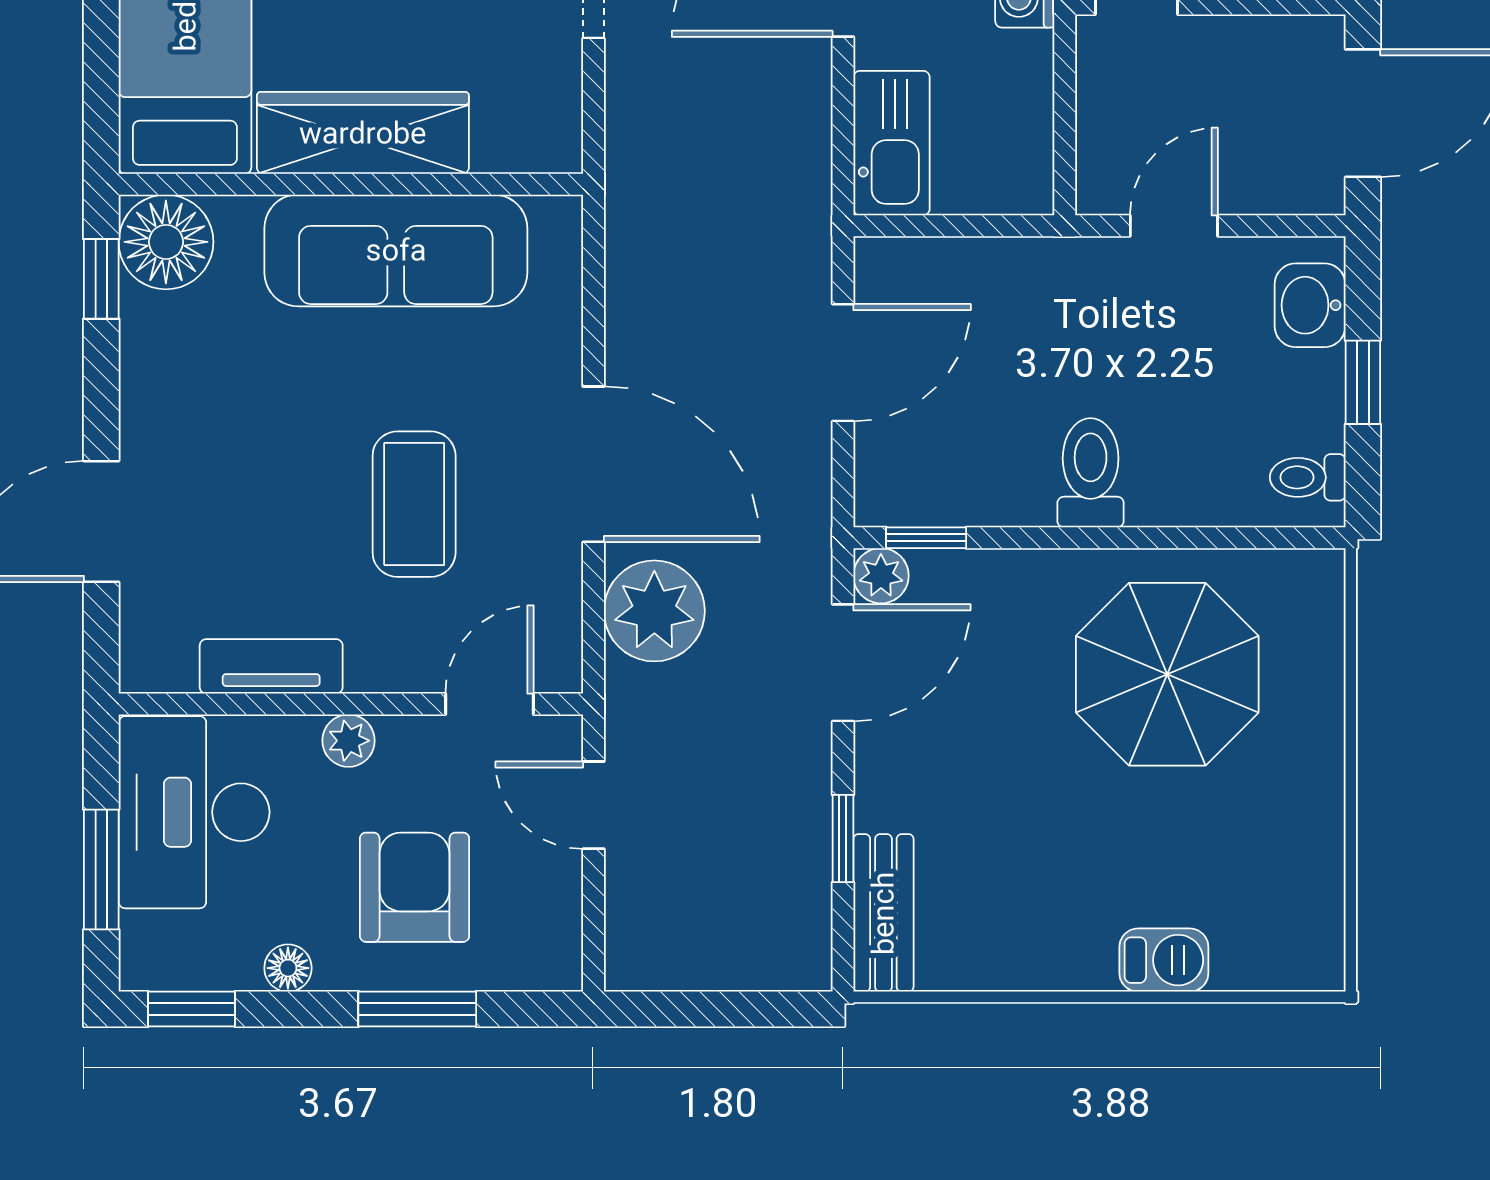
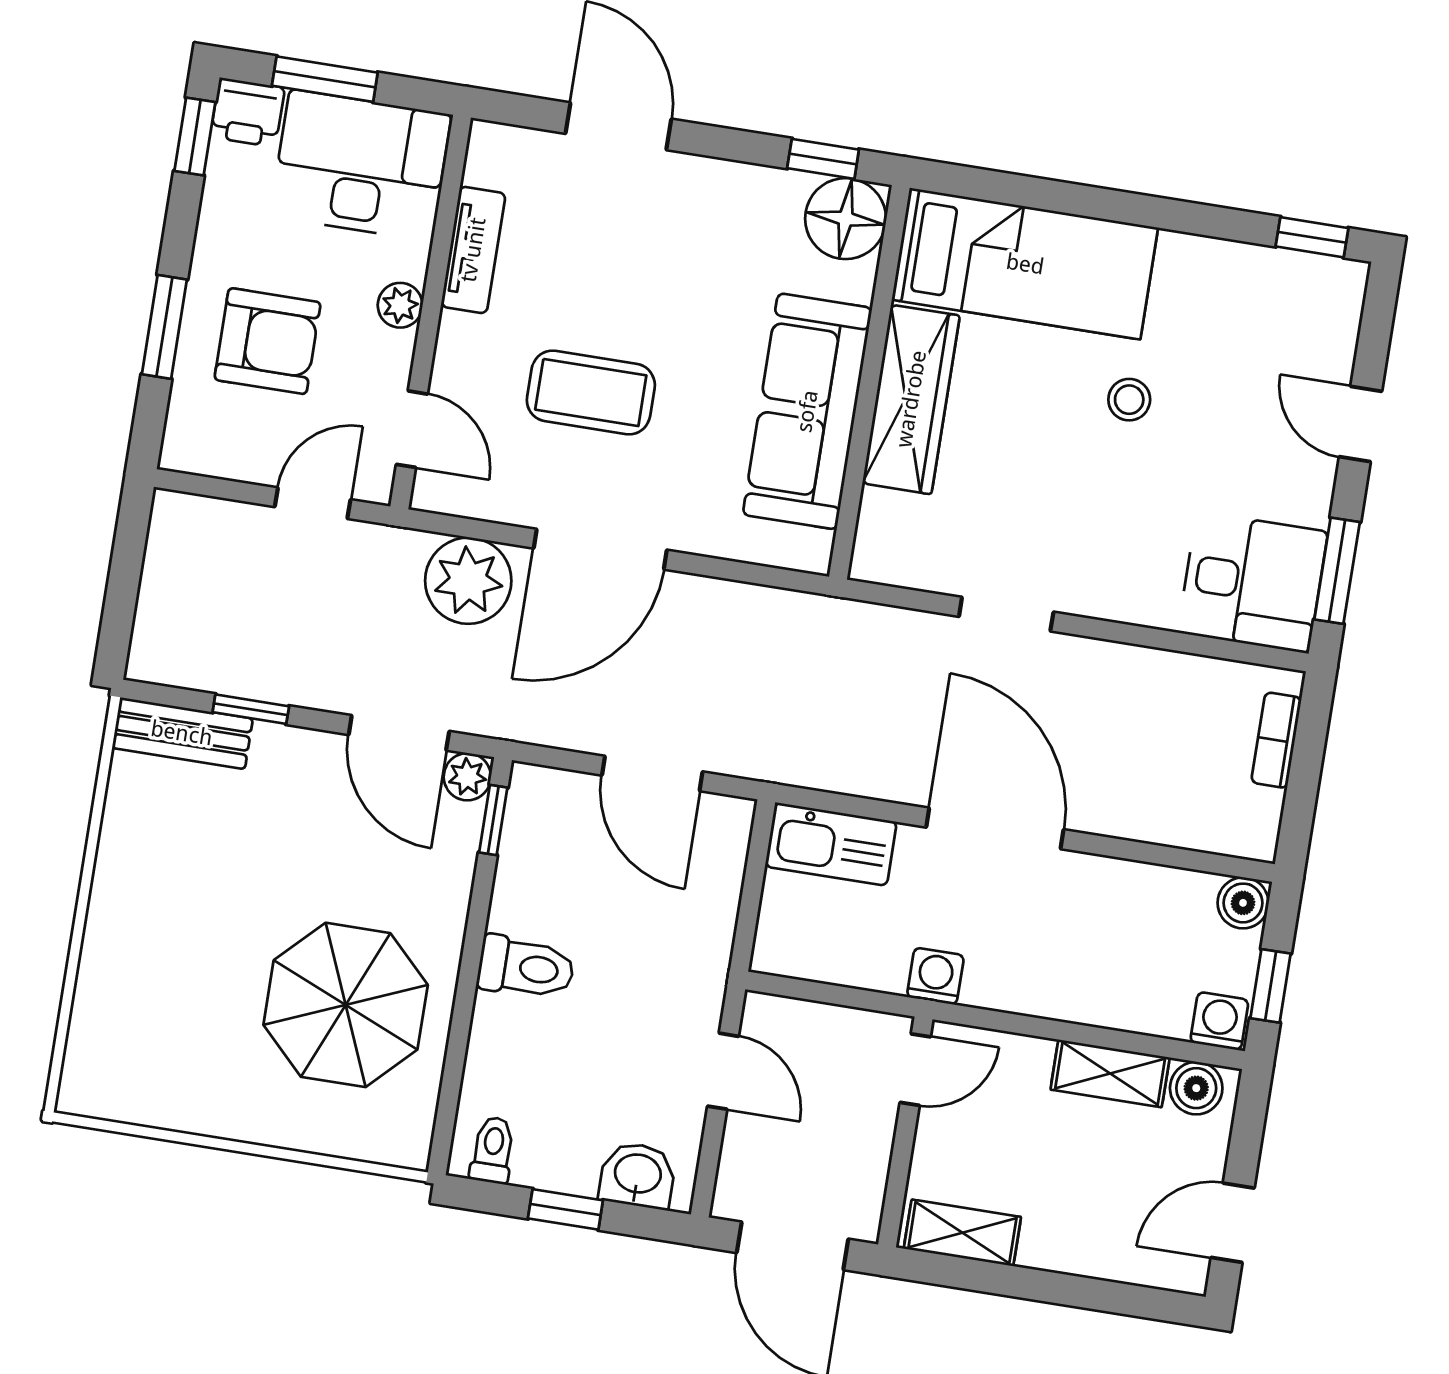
printer: (154, 953) -> (247, 112), added
barbecue: (1164, 960) -> (105, 963), removed
floor lamp: (288, 968) -> (216, 223), removed

